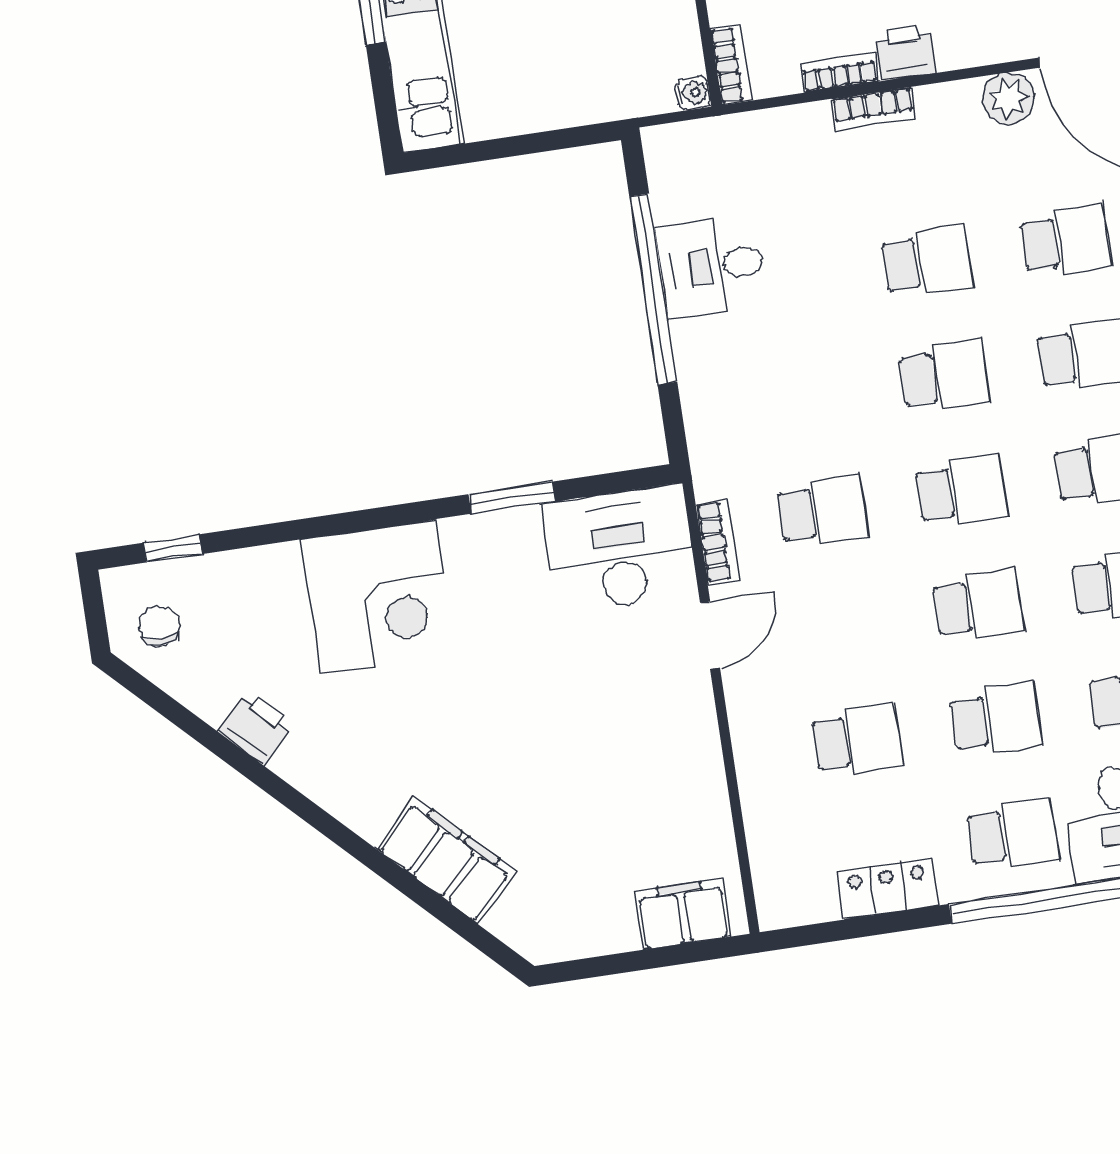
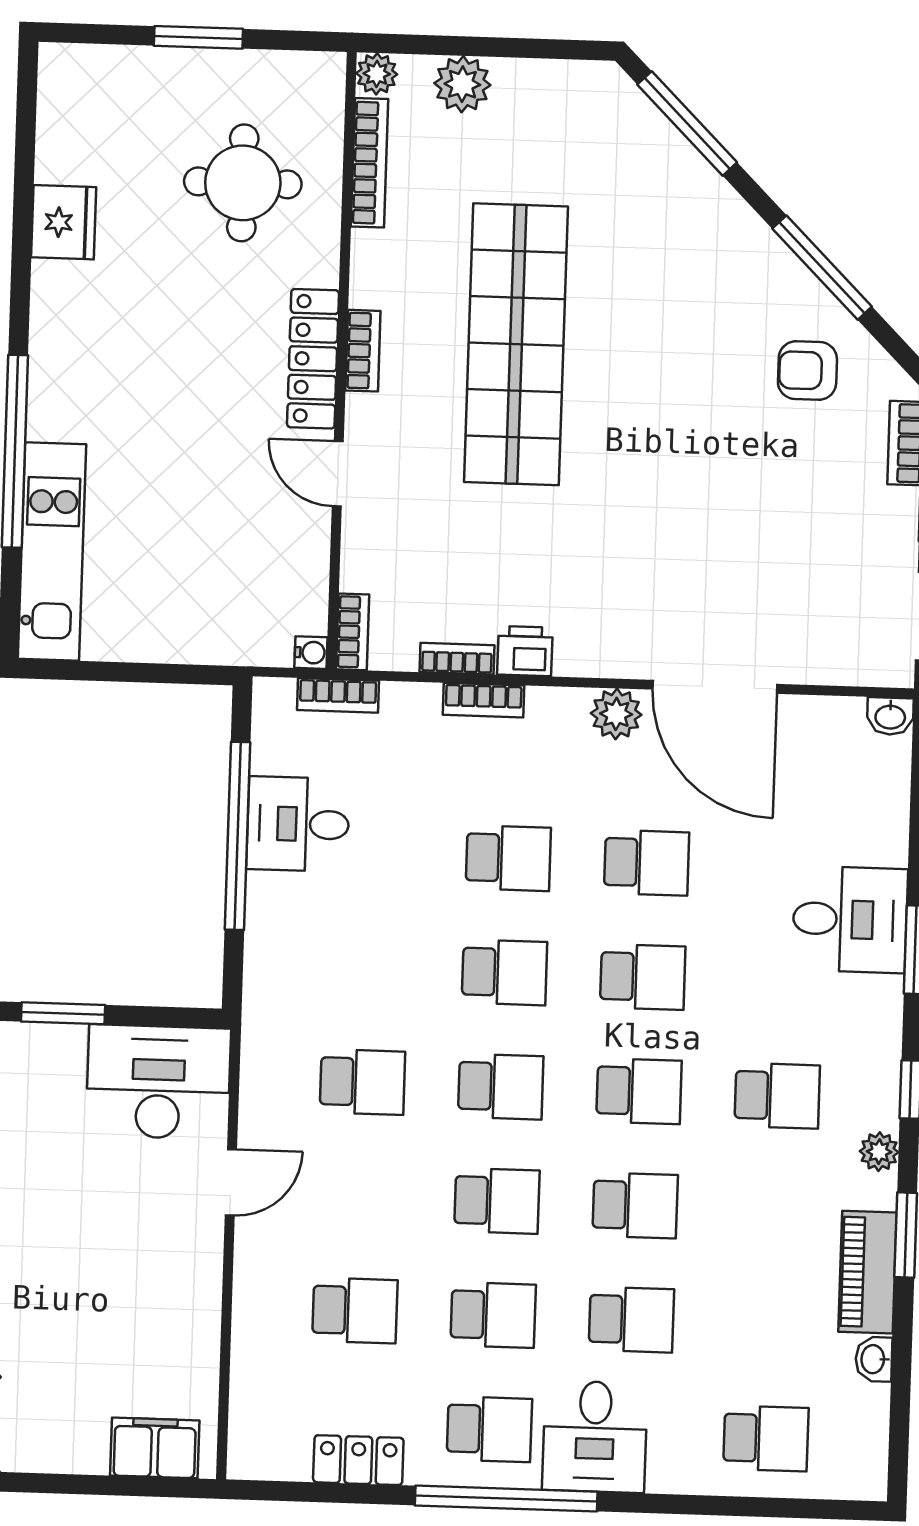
bookcase: (718, 542) -> (338, 695), moved, turned 90

